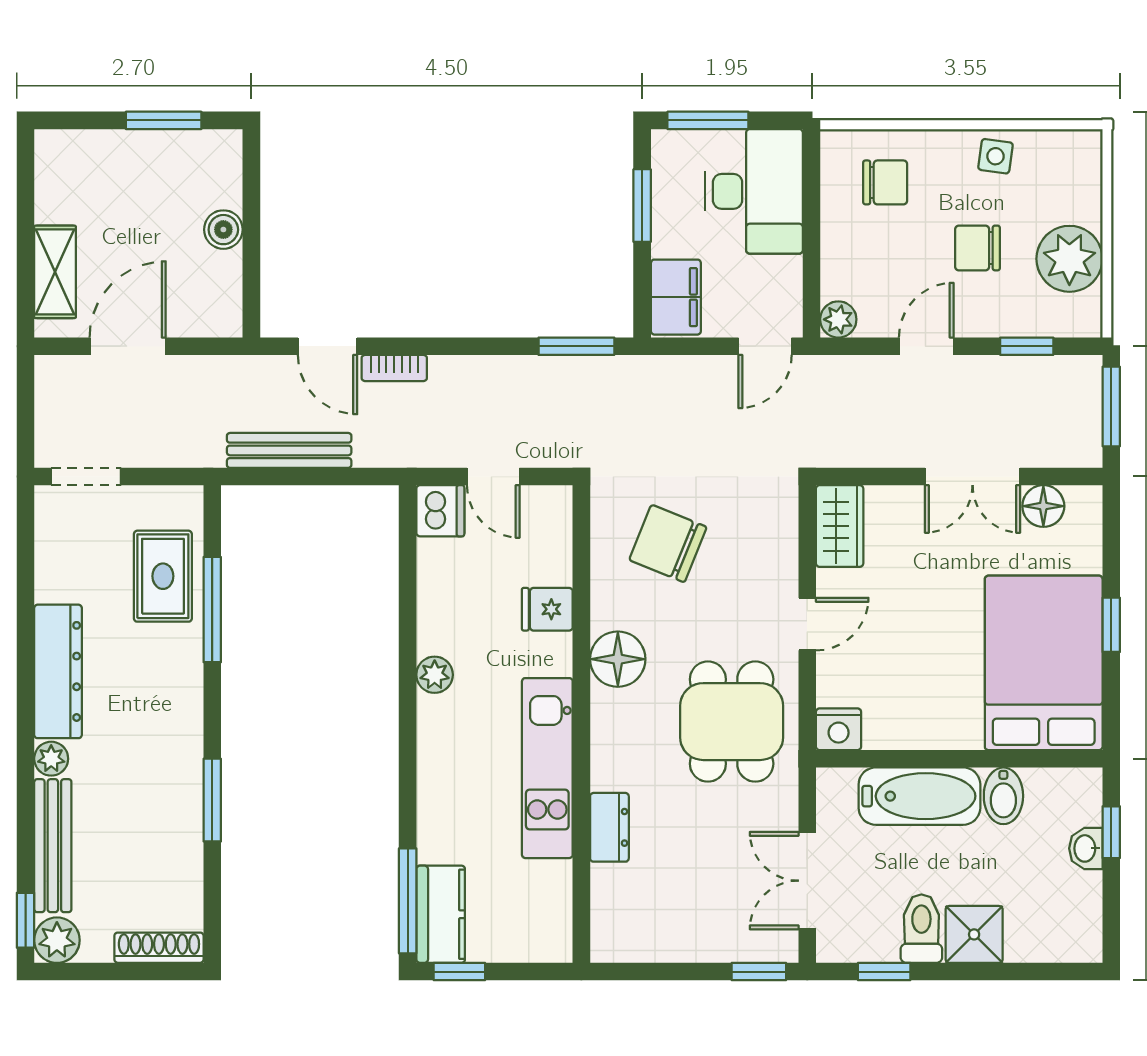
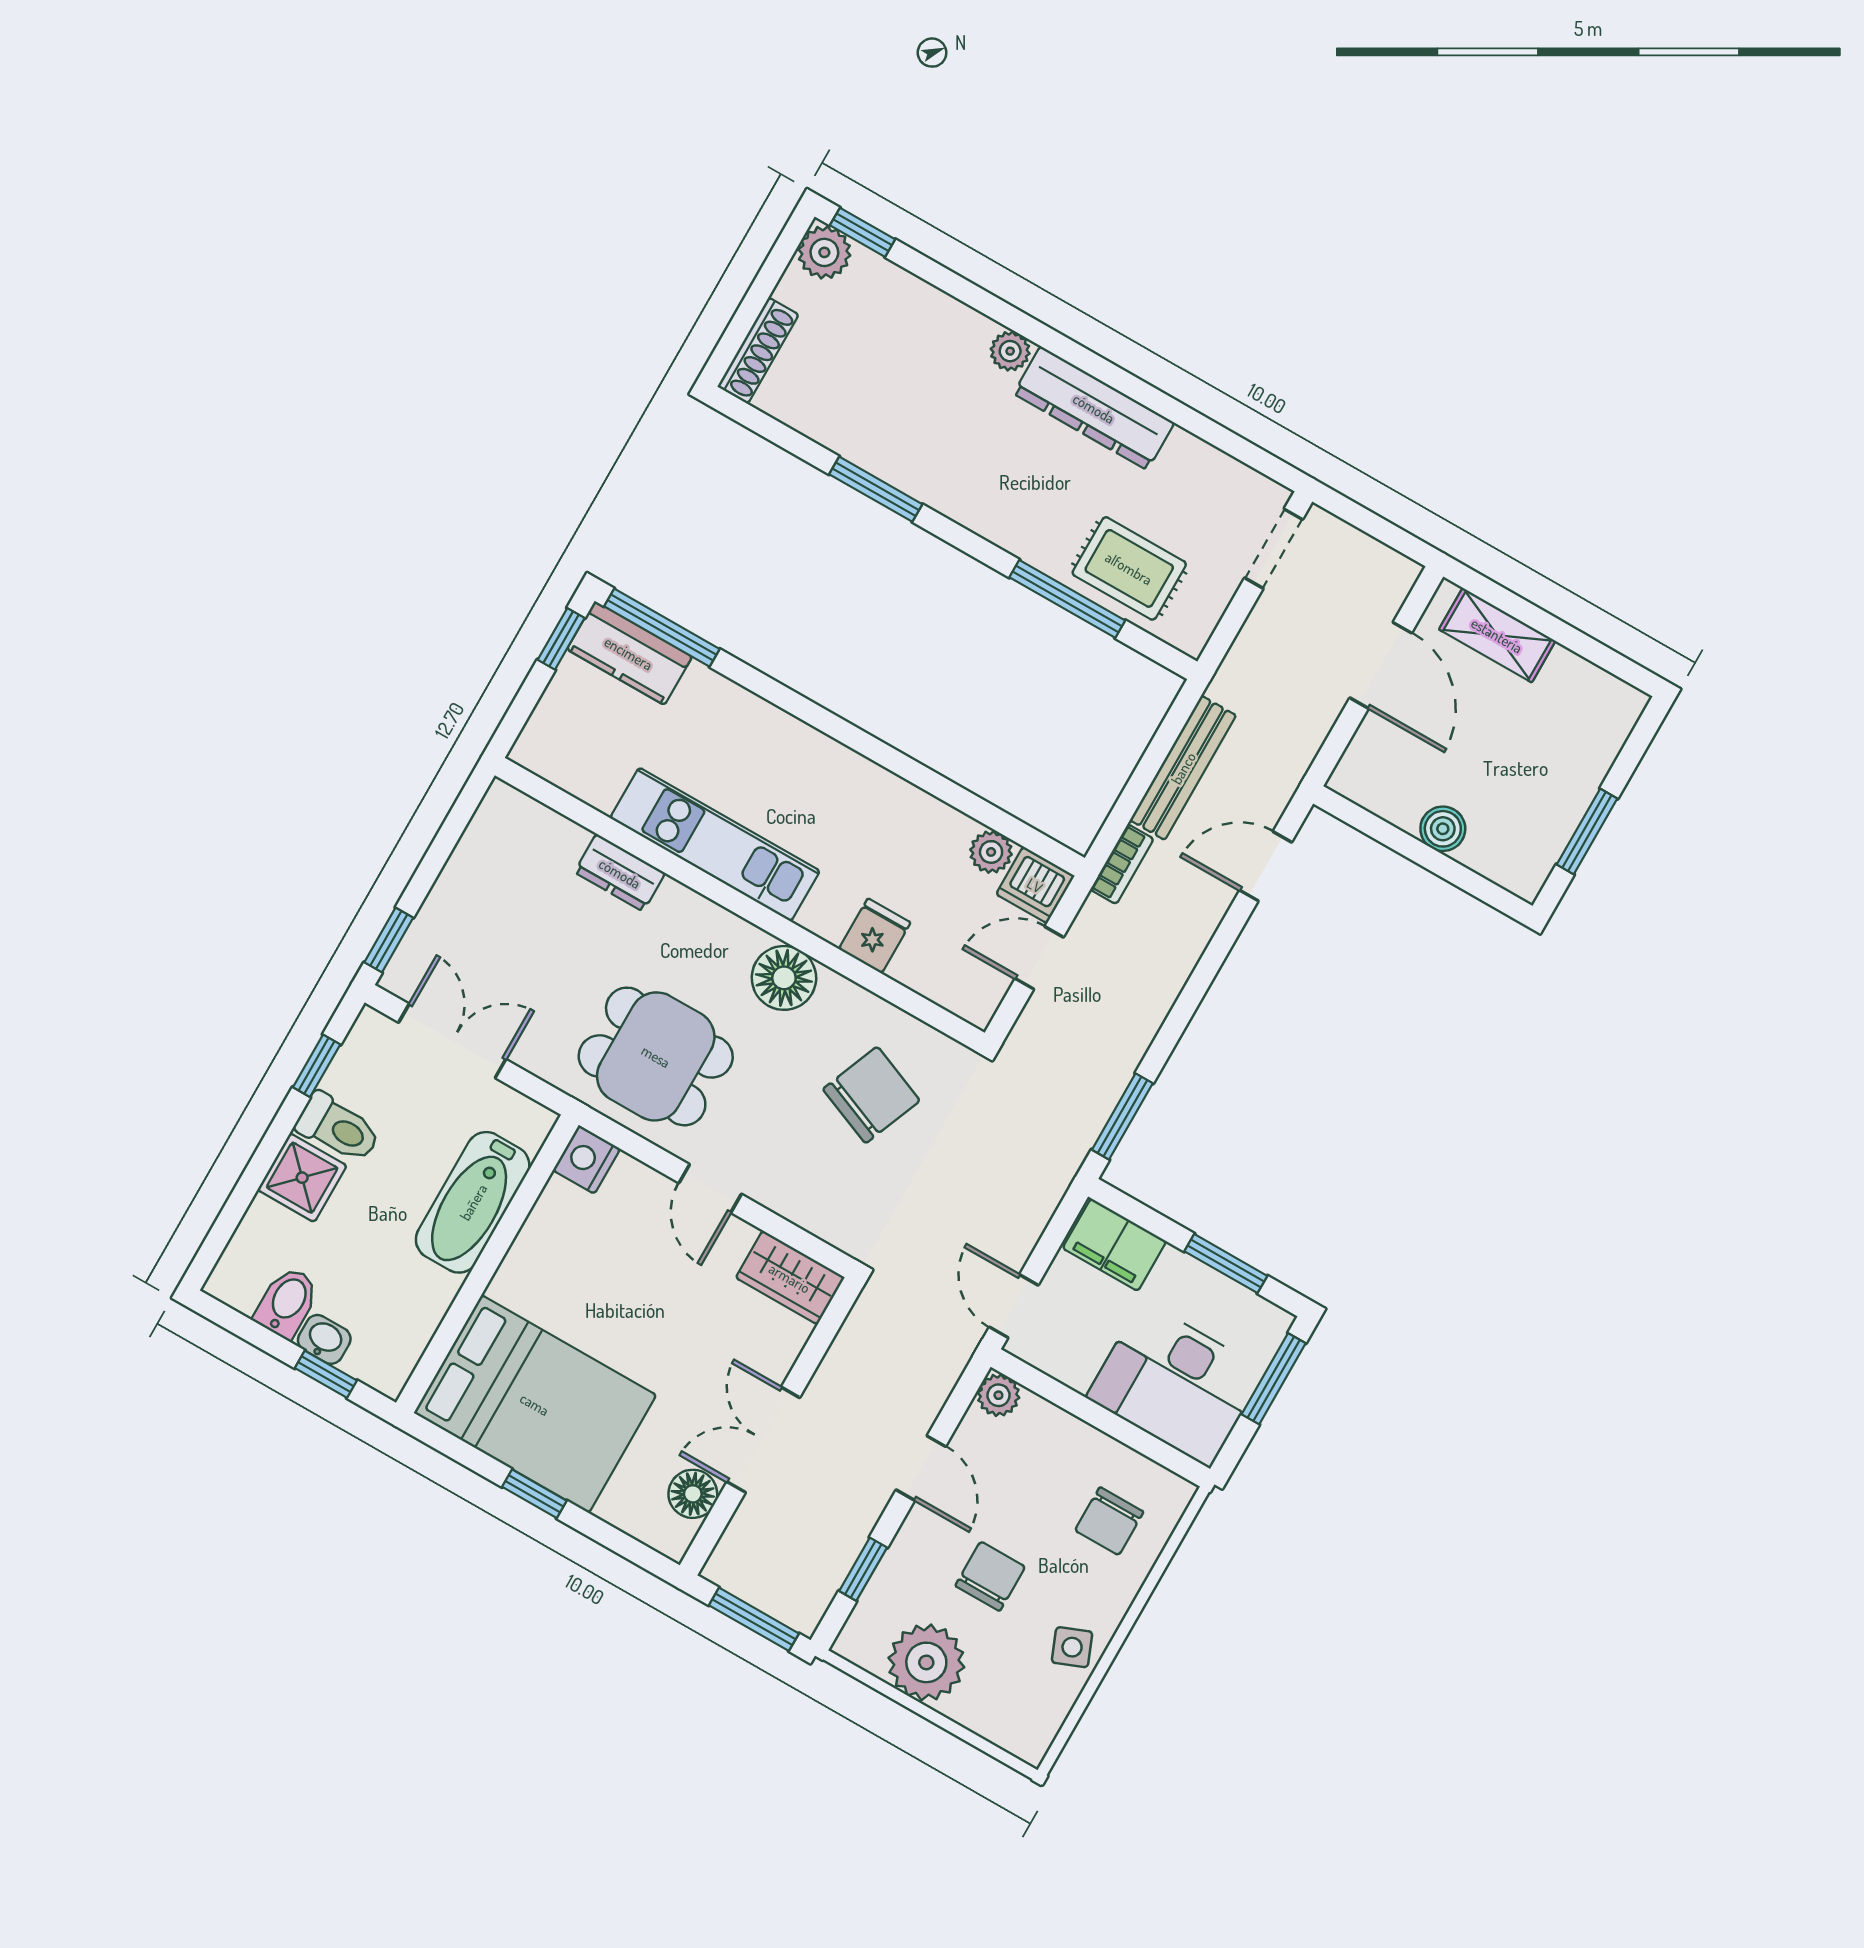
side table: (995, 156) -> (1072, 1647), turned -30
bookcase: (394, 368) -> (1122, 864), moved, turned 180
plant: (435, 675) -> (991, 852), moved
bidet: (1003, 796) -> (287, 1302), moved, turned 90
bench: (53, 846) -> (922, 303), removed

